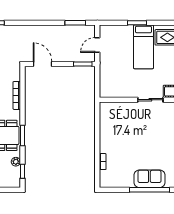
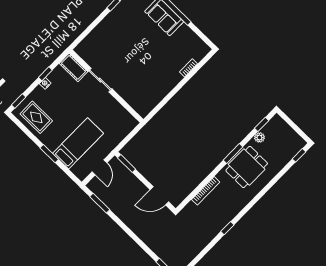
door: (97, 45) -> (100, 167), hinge flipped
bed: (143, 47) -> (78, 143), moved
door: (43, 64) -> (159, 196), hinge flipped

